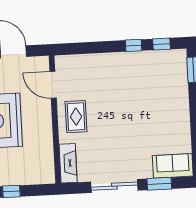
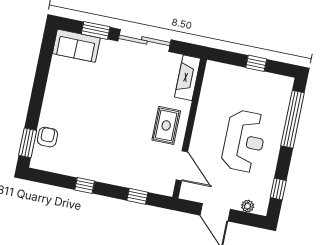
window: (161, 44) -> (137, 196), moved
armchair: (177, 79) -> (47, 137), added

